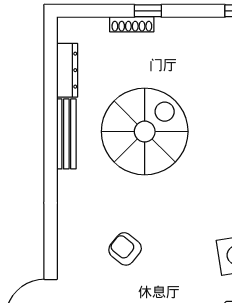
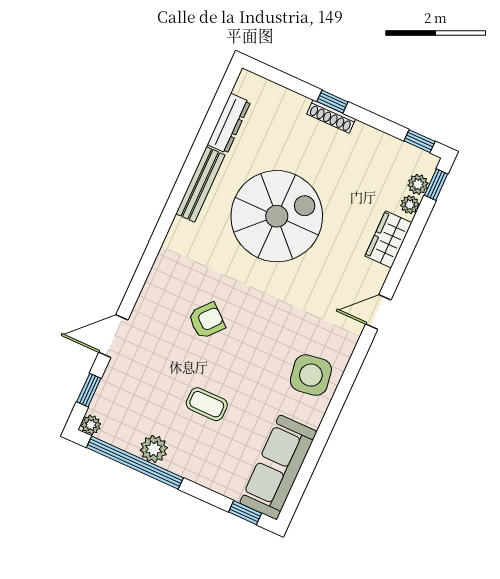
shoe rack: (132, 24) -> (331, 117), moved
armchair: (125, 249) -> (207, 321), turned 92

